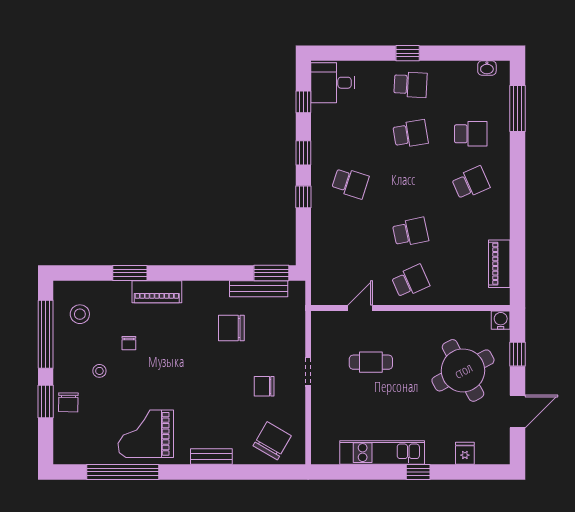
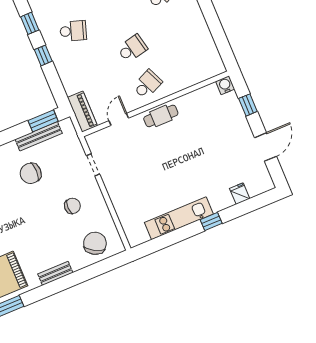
piano: (499, 264) -> (82, 112), moved, turned 180
cafe table: (371, 362) -> (161, 116), moved
round table: (463, 370) -> (213, 134), removed
doorway: (308, 372) -> (93, 165), moved
chair: (264, 386) -> (72, 206), turned 180

